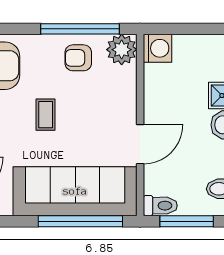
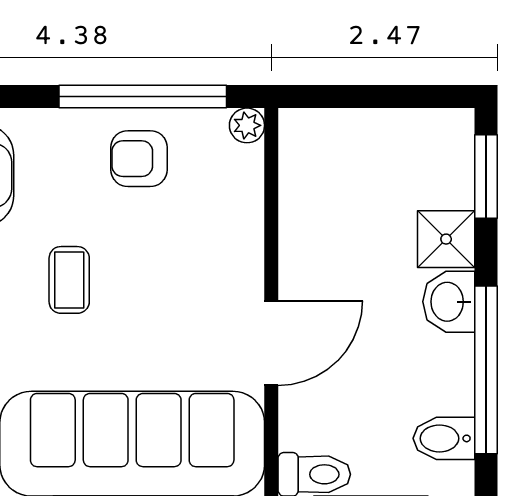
washing machine: (157, 48) -> (308, 138), removed
plant: (122, 50) -> (247, 125), width x0.53, depth x0.53

